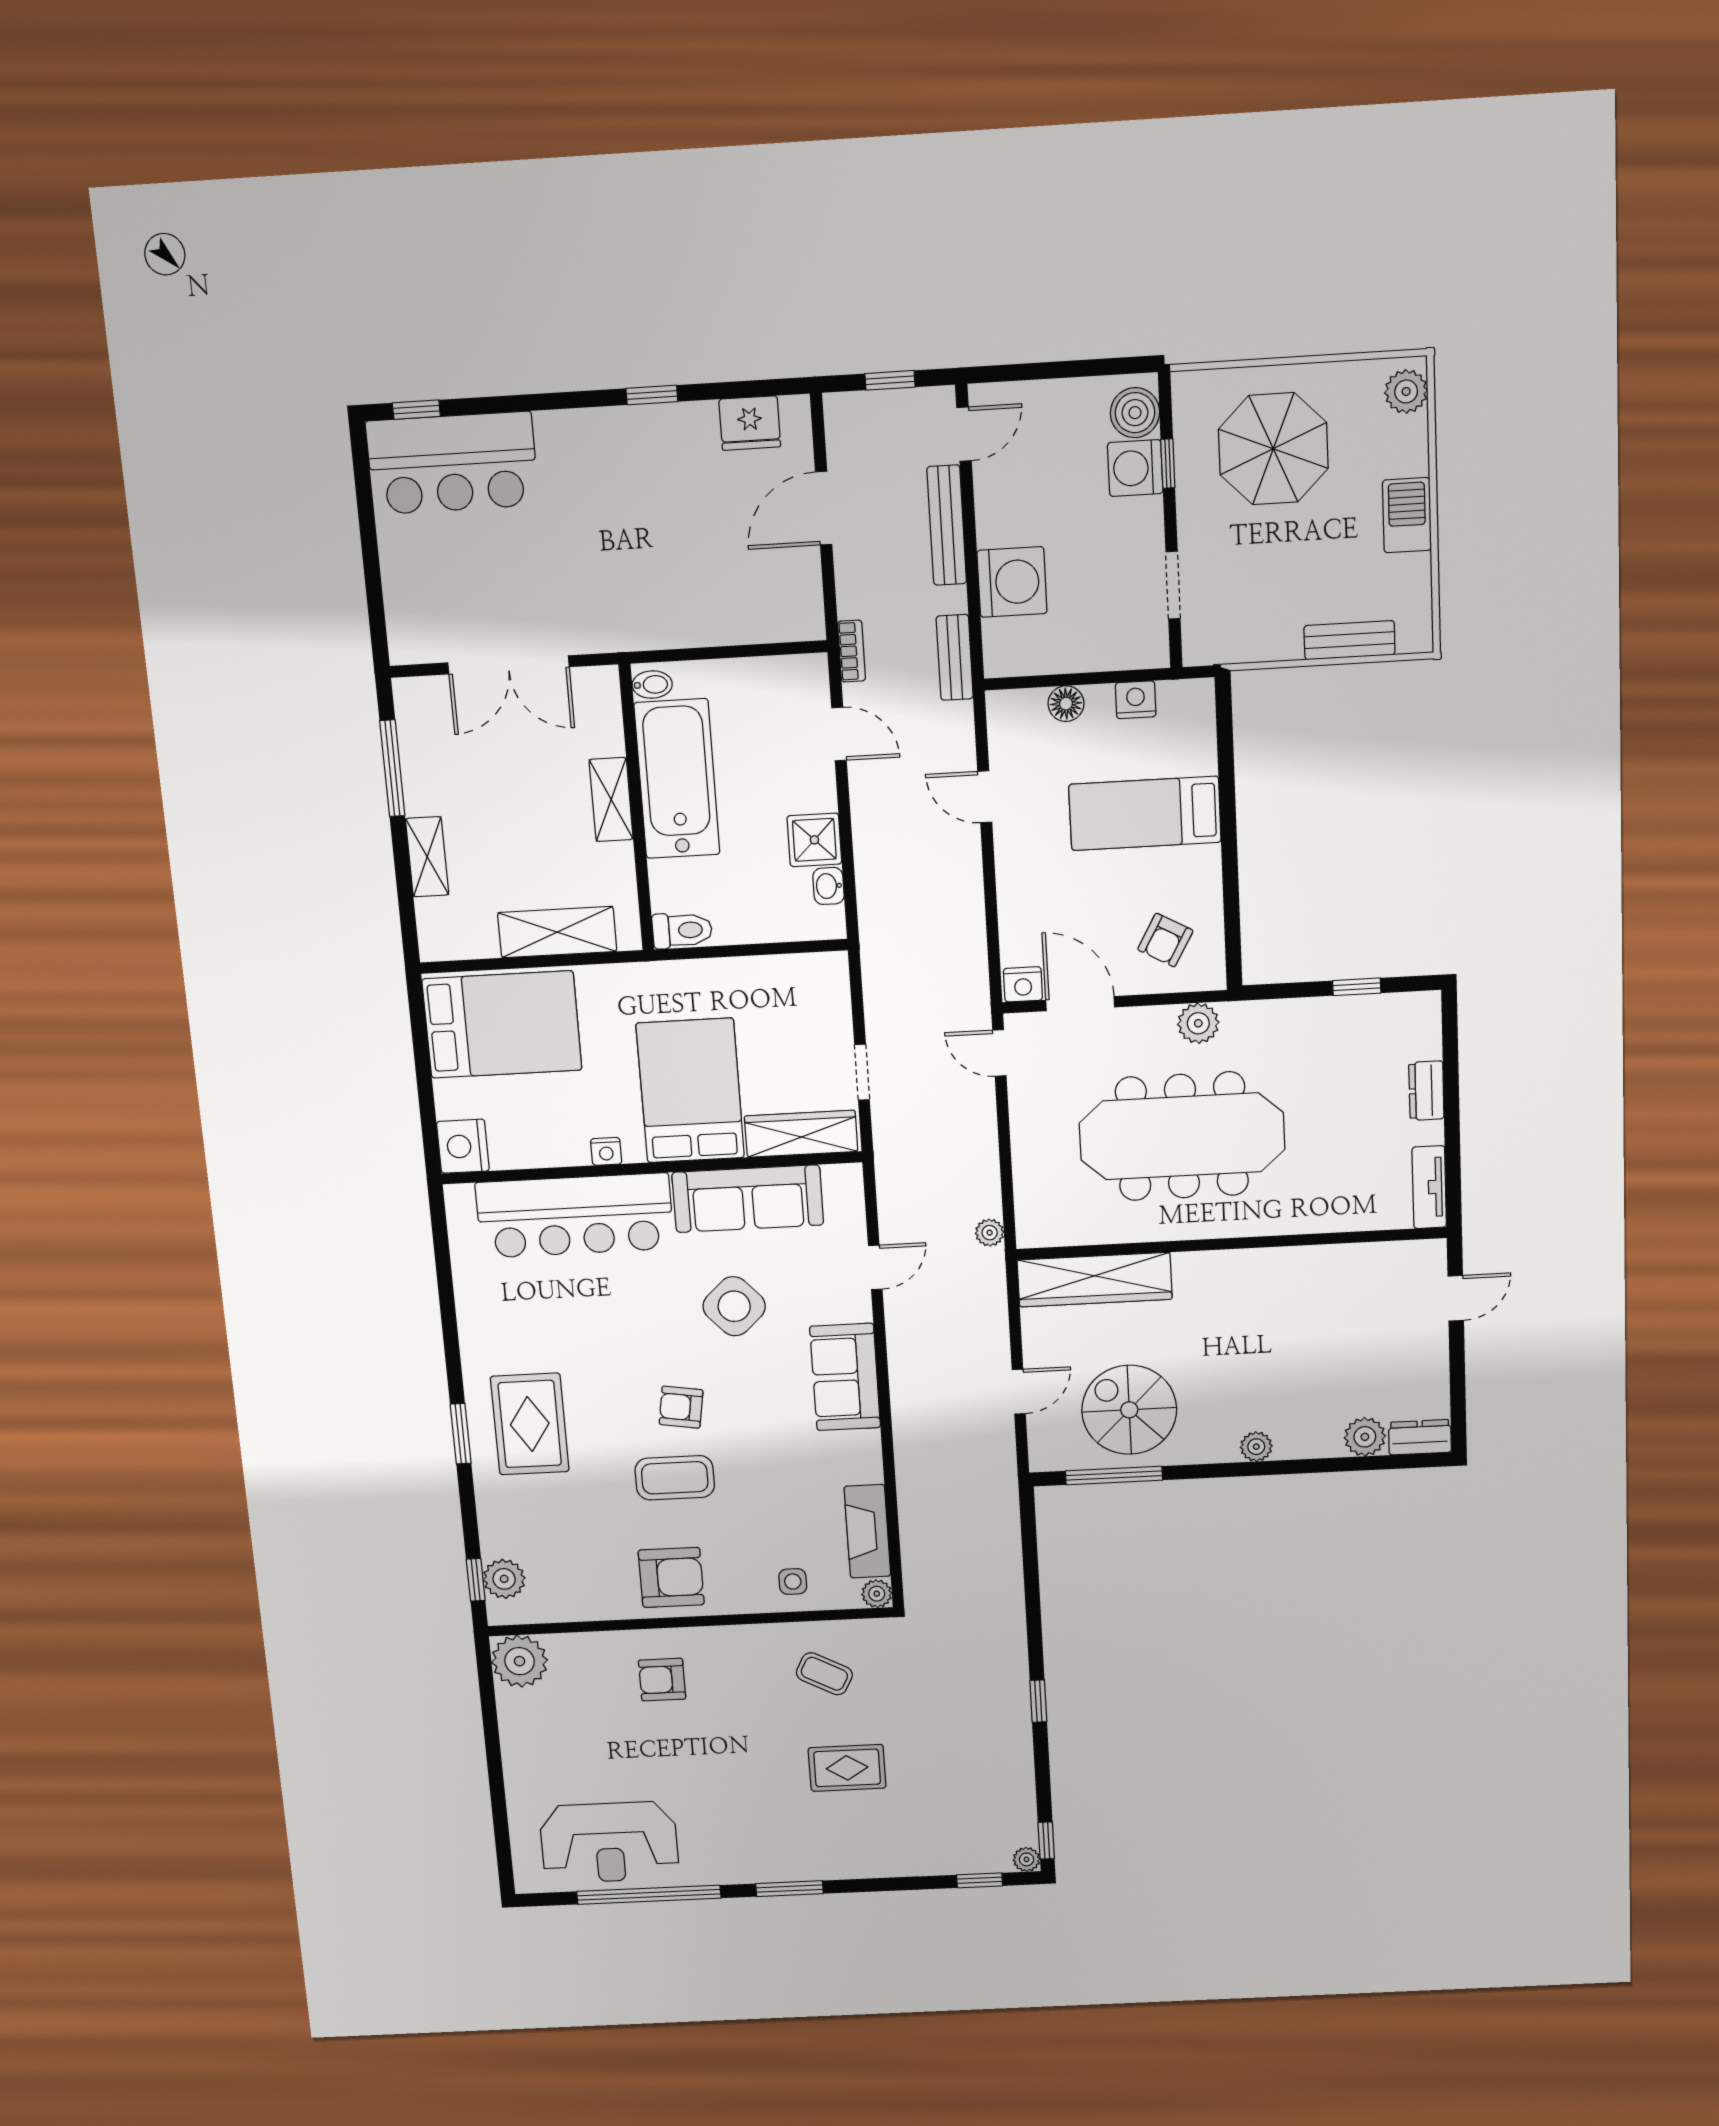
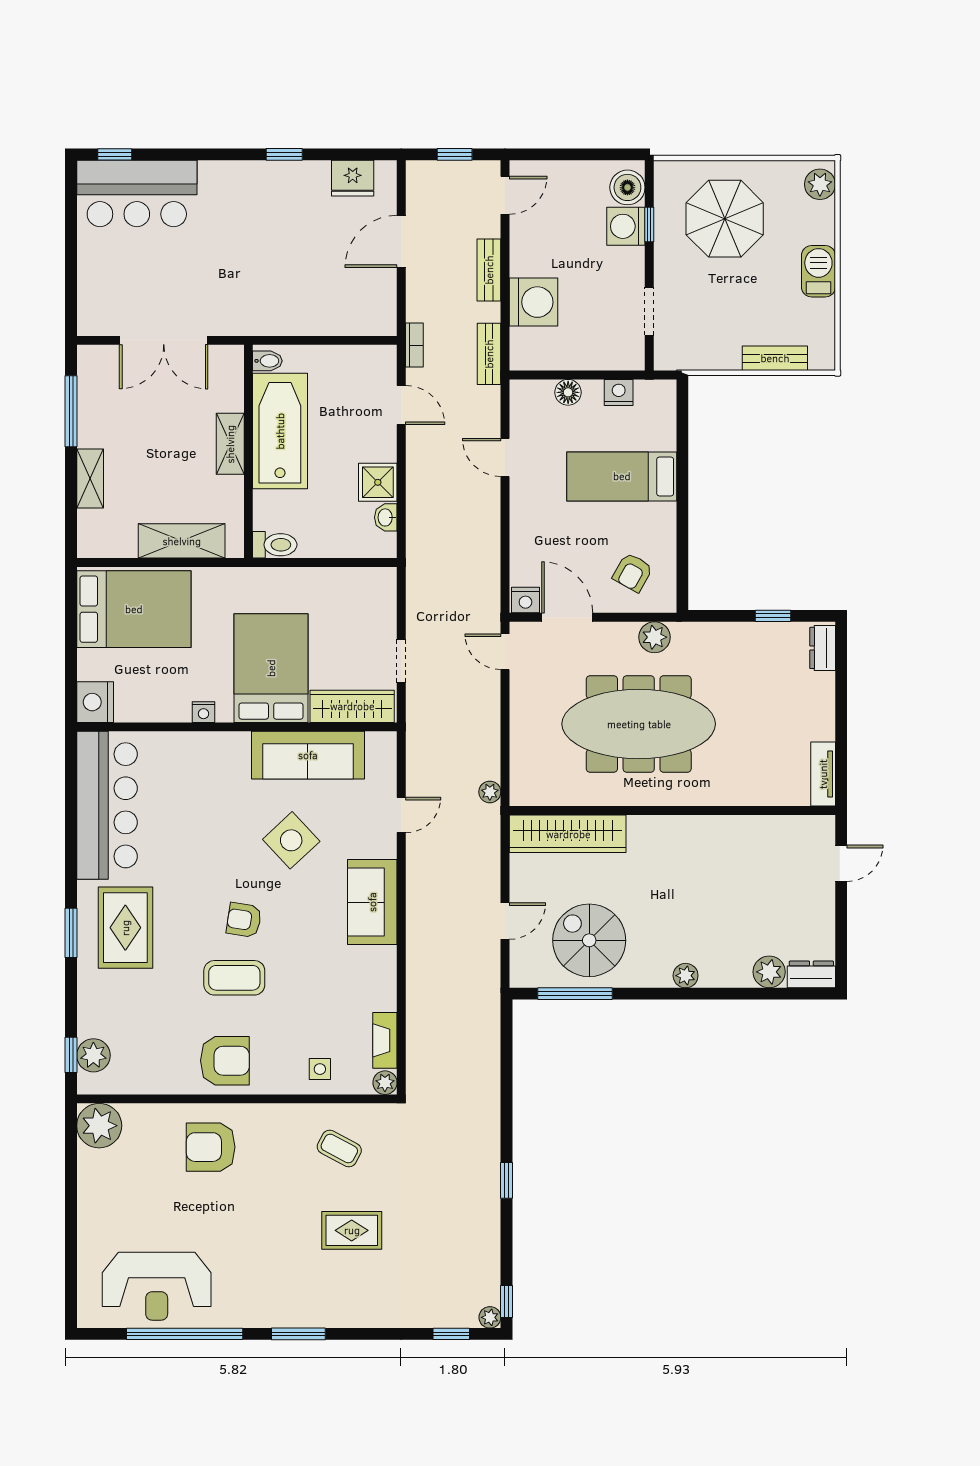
bench: (947, 525) -> (489, 270), width x0.73
dresser: (1426, 1091) -> (823, 648), moved
bar counter: (575, 1216) -> (107, 805), moved, turned -90
fireplace: (867, 1531) -> (385, 1040), width x0.73, depth x0.76
armchair: (662, 1680) -> (211, 1147), width x1.38, depth x1.38

